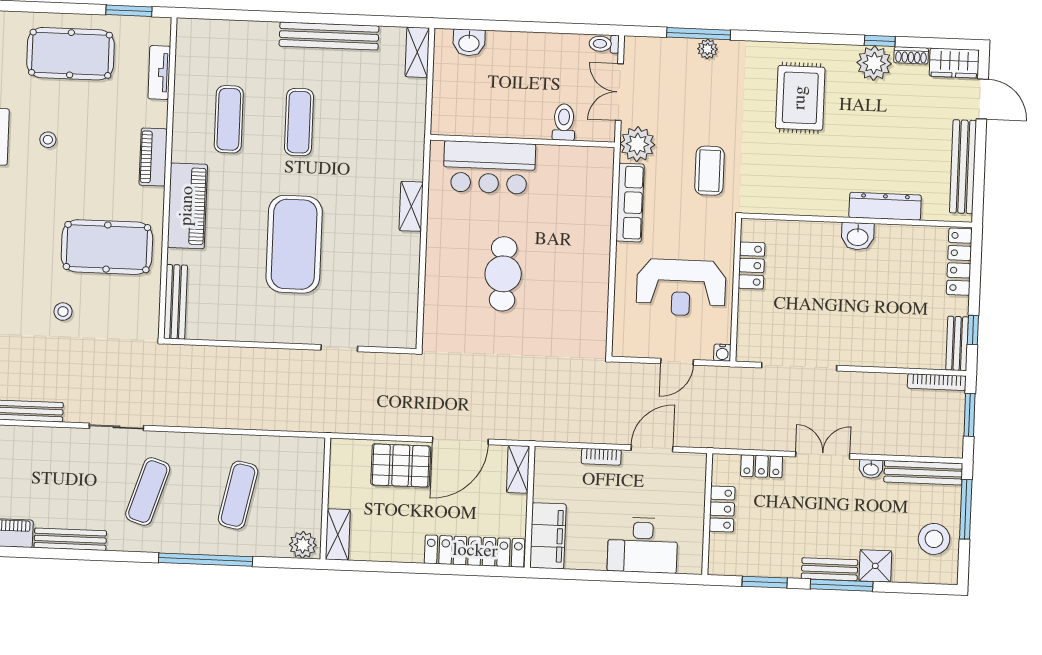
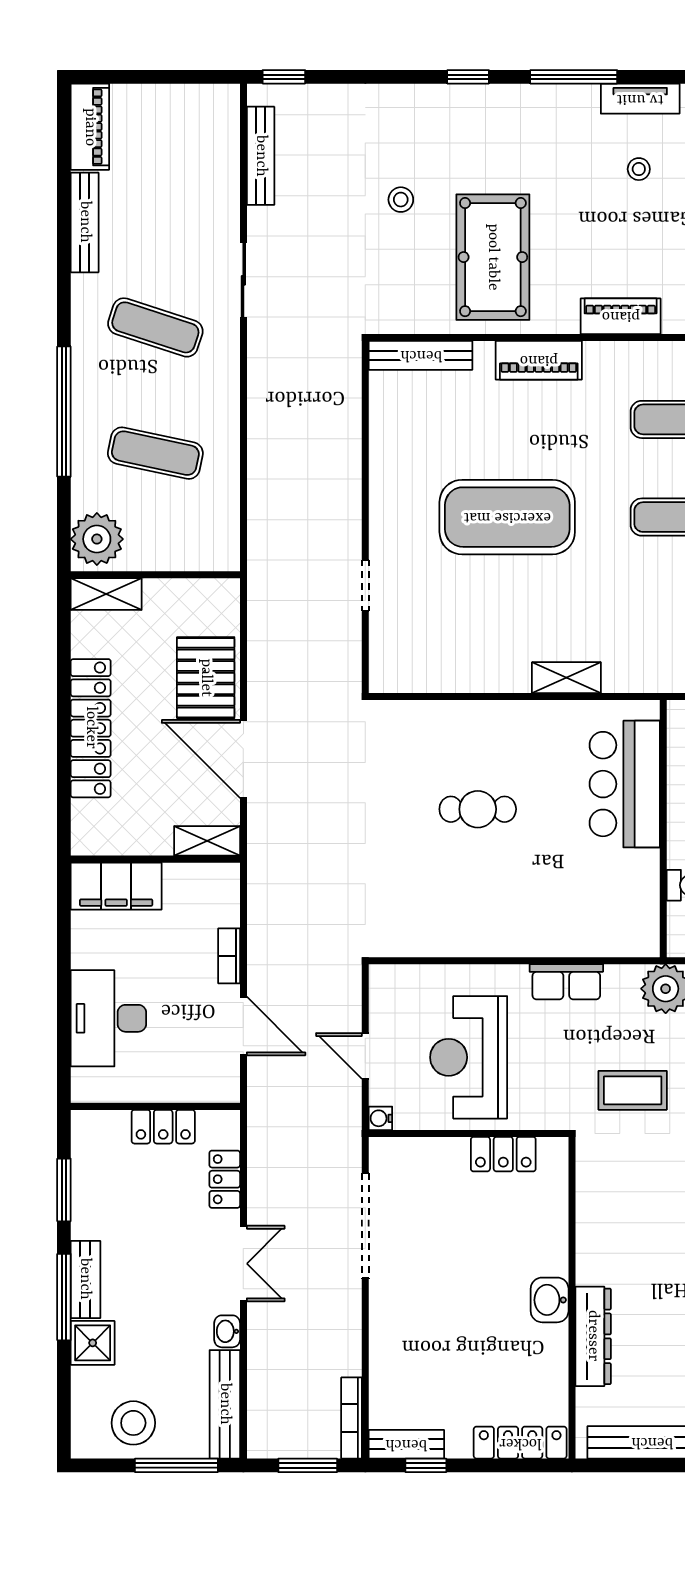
row of seats: (630, 203) -> (566, 982), width x0.68
piano: (187, 206) -> (539, 360), width x0.73, depth x0.75
cafe table: (503, 274) -> (478, 809), width x0.73, depth x0.74
plant: (303, 545) -> (97, 539), width x1.36, depth x1.36
locker: (475, 551) -> (91, 728), moved

